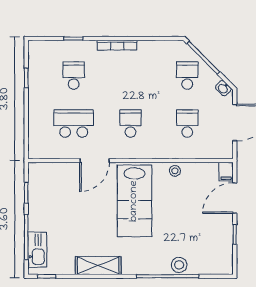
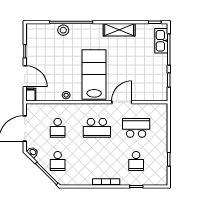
school desk: (74, 123) -> (136, 128), turned 180
school desk: (130, 123) -> (97, 128), width x1.85
door: (235, 198) -> (25, 76), hinge flipped

